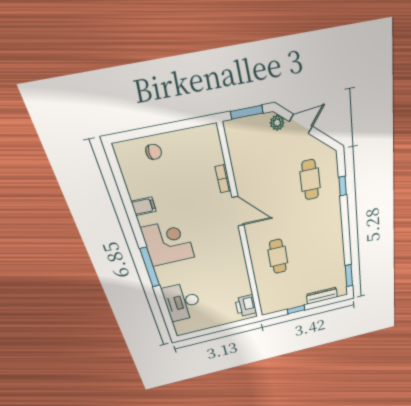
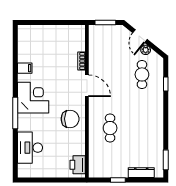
plant: (277, 123) -> (146, 50), moved
door: (301, 124) -> (140, 36), swing flipped
chair: (154, 152) -> (70, 119), moved, width x1.87, depth x1.87

